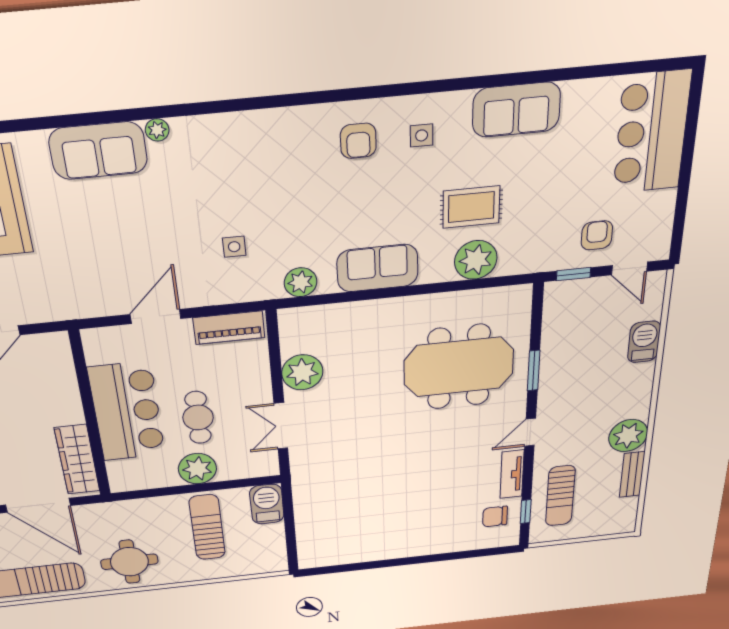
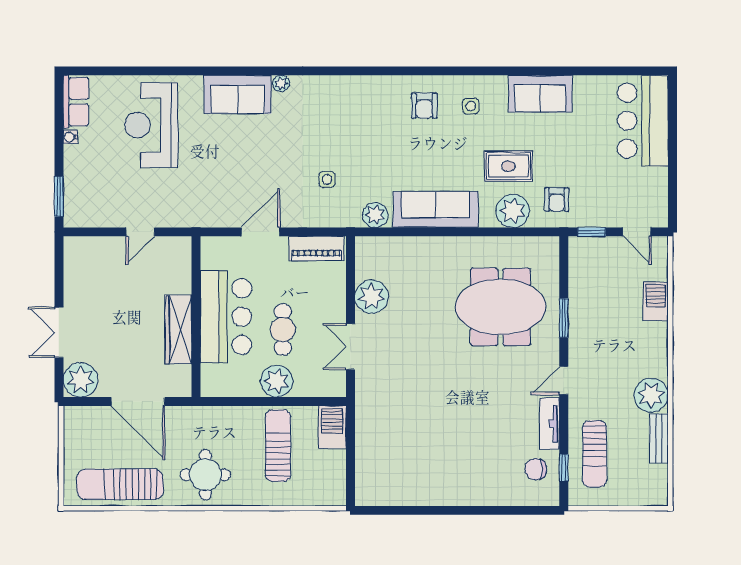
armchair: (597, 235) -> (557, 199), moved, turned 180
sofa: (377, 268) -> (436, 209), width x1.36
wardrobe: (77, 460) -> (178, 330), moved

